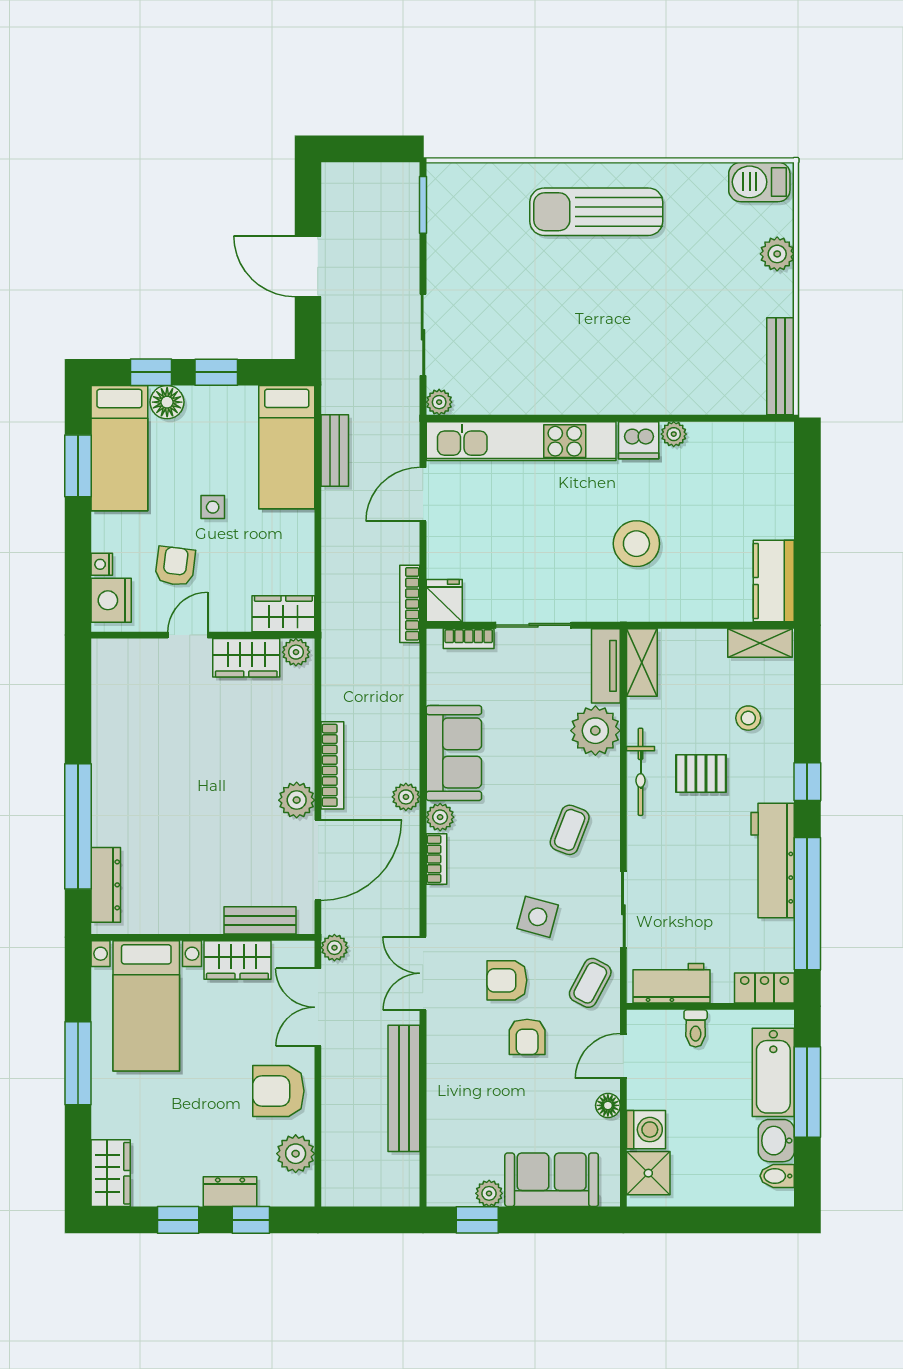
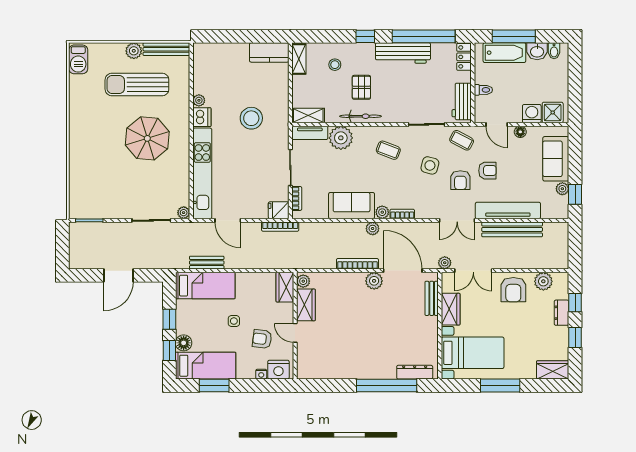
sun lounger: (596, 212) -> (137, 84), moved, turned 90
plant: (777, 254) -> (134, 51), moved
parasol: (594, 326) -> (147, 138), added
tv unit: (444, 1080) -> (508, 210), added

